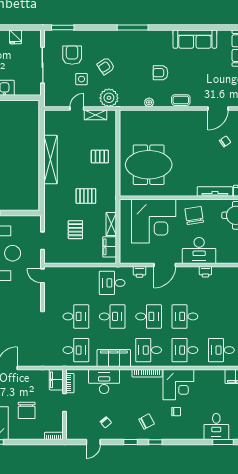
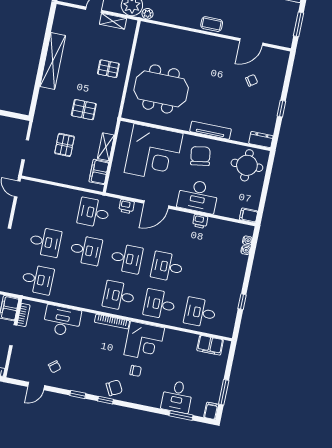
plant: (149, 102) -> (148, 14), moved
tv unit: (215, 192) -> (211, 130), moved
filing cabinet: (114, 358) -> (78, 297), removed
chair: (147, 422) -> (114, 388), moved

